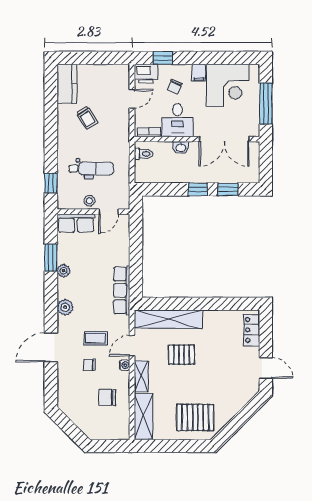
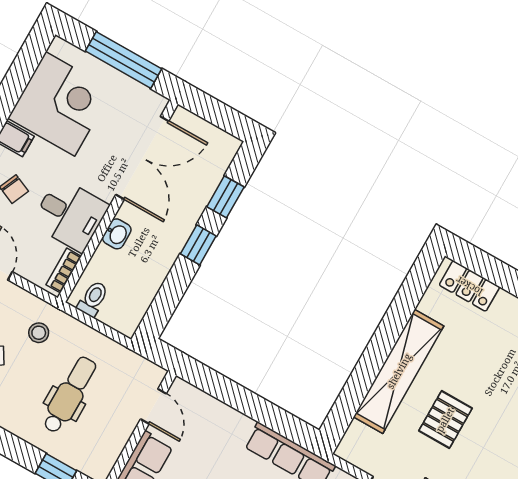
stool: (90, 201) -> (39, 333), moved
shelving: (168, 319) -> (399, 371), moved

